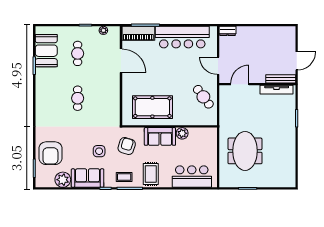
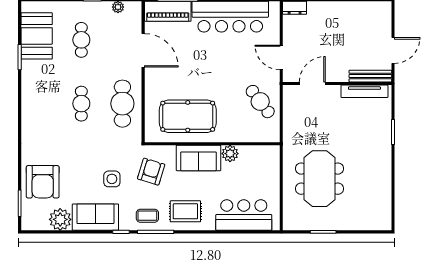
cafe table: (107, 98) -> (122, 104), added
rug: (151, 174) -> (185, 211), turned 90

